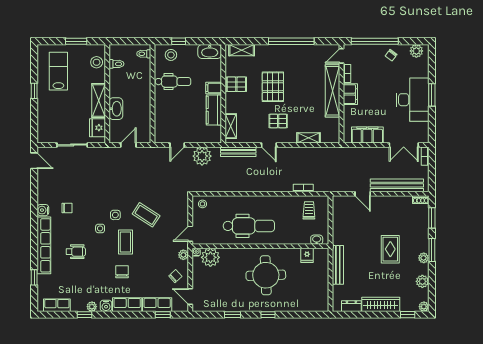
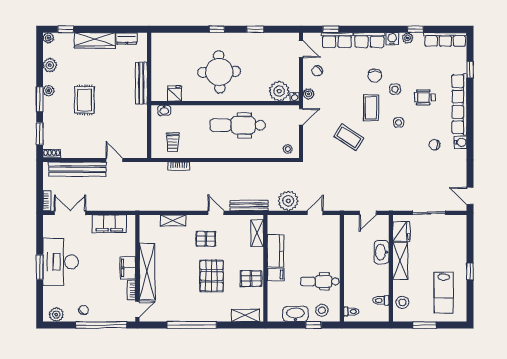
washbasin: (210, 51) -> (295, 314), moved
side table: (115, 215) -> (395, 89), moved
row of seats: (57, 305) -> (445, 39), width x1.48

